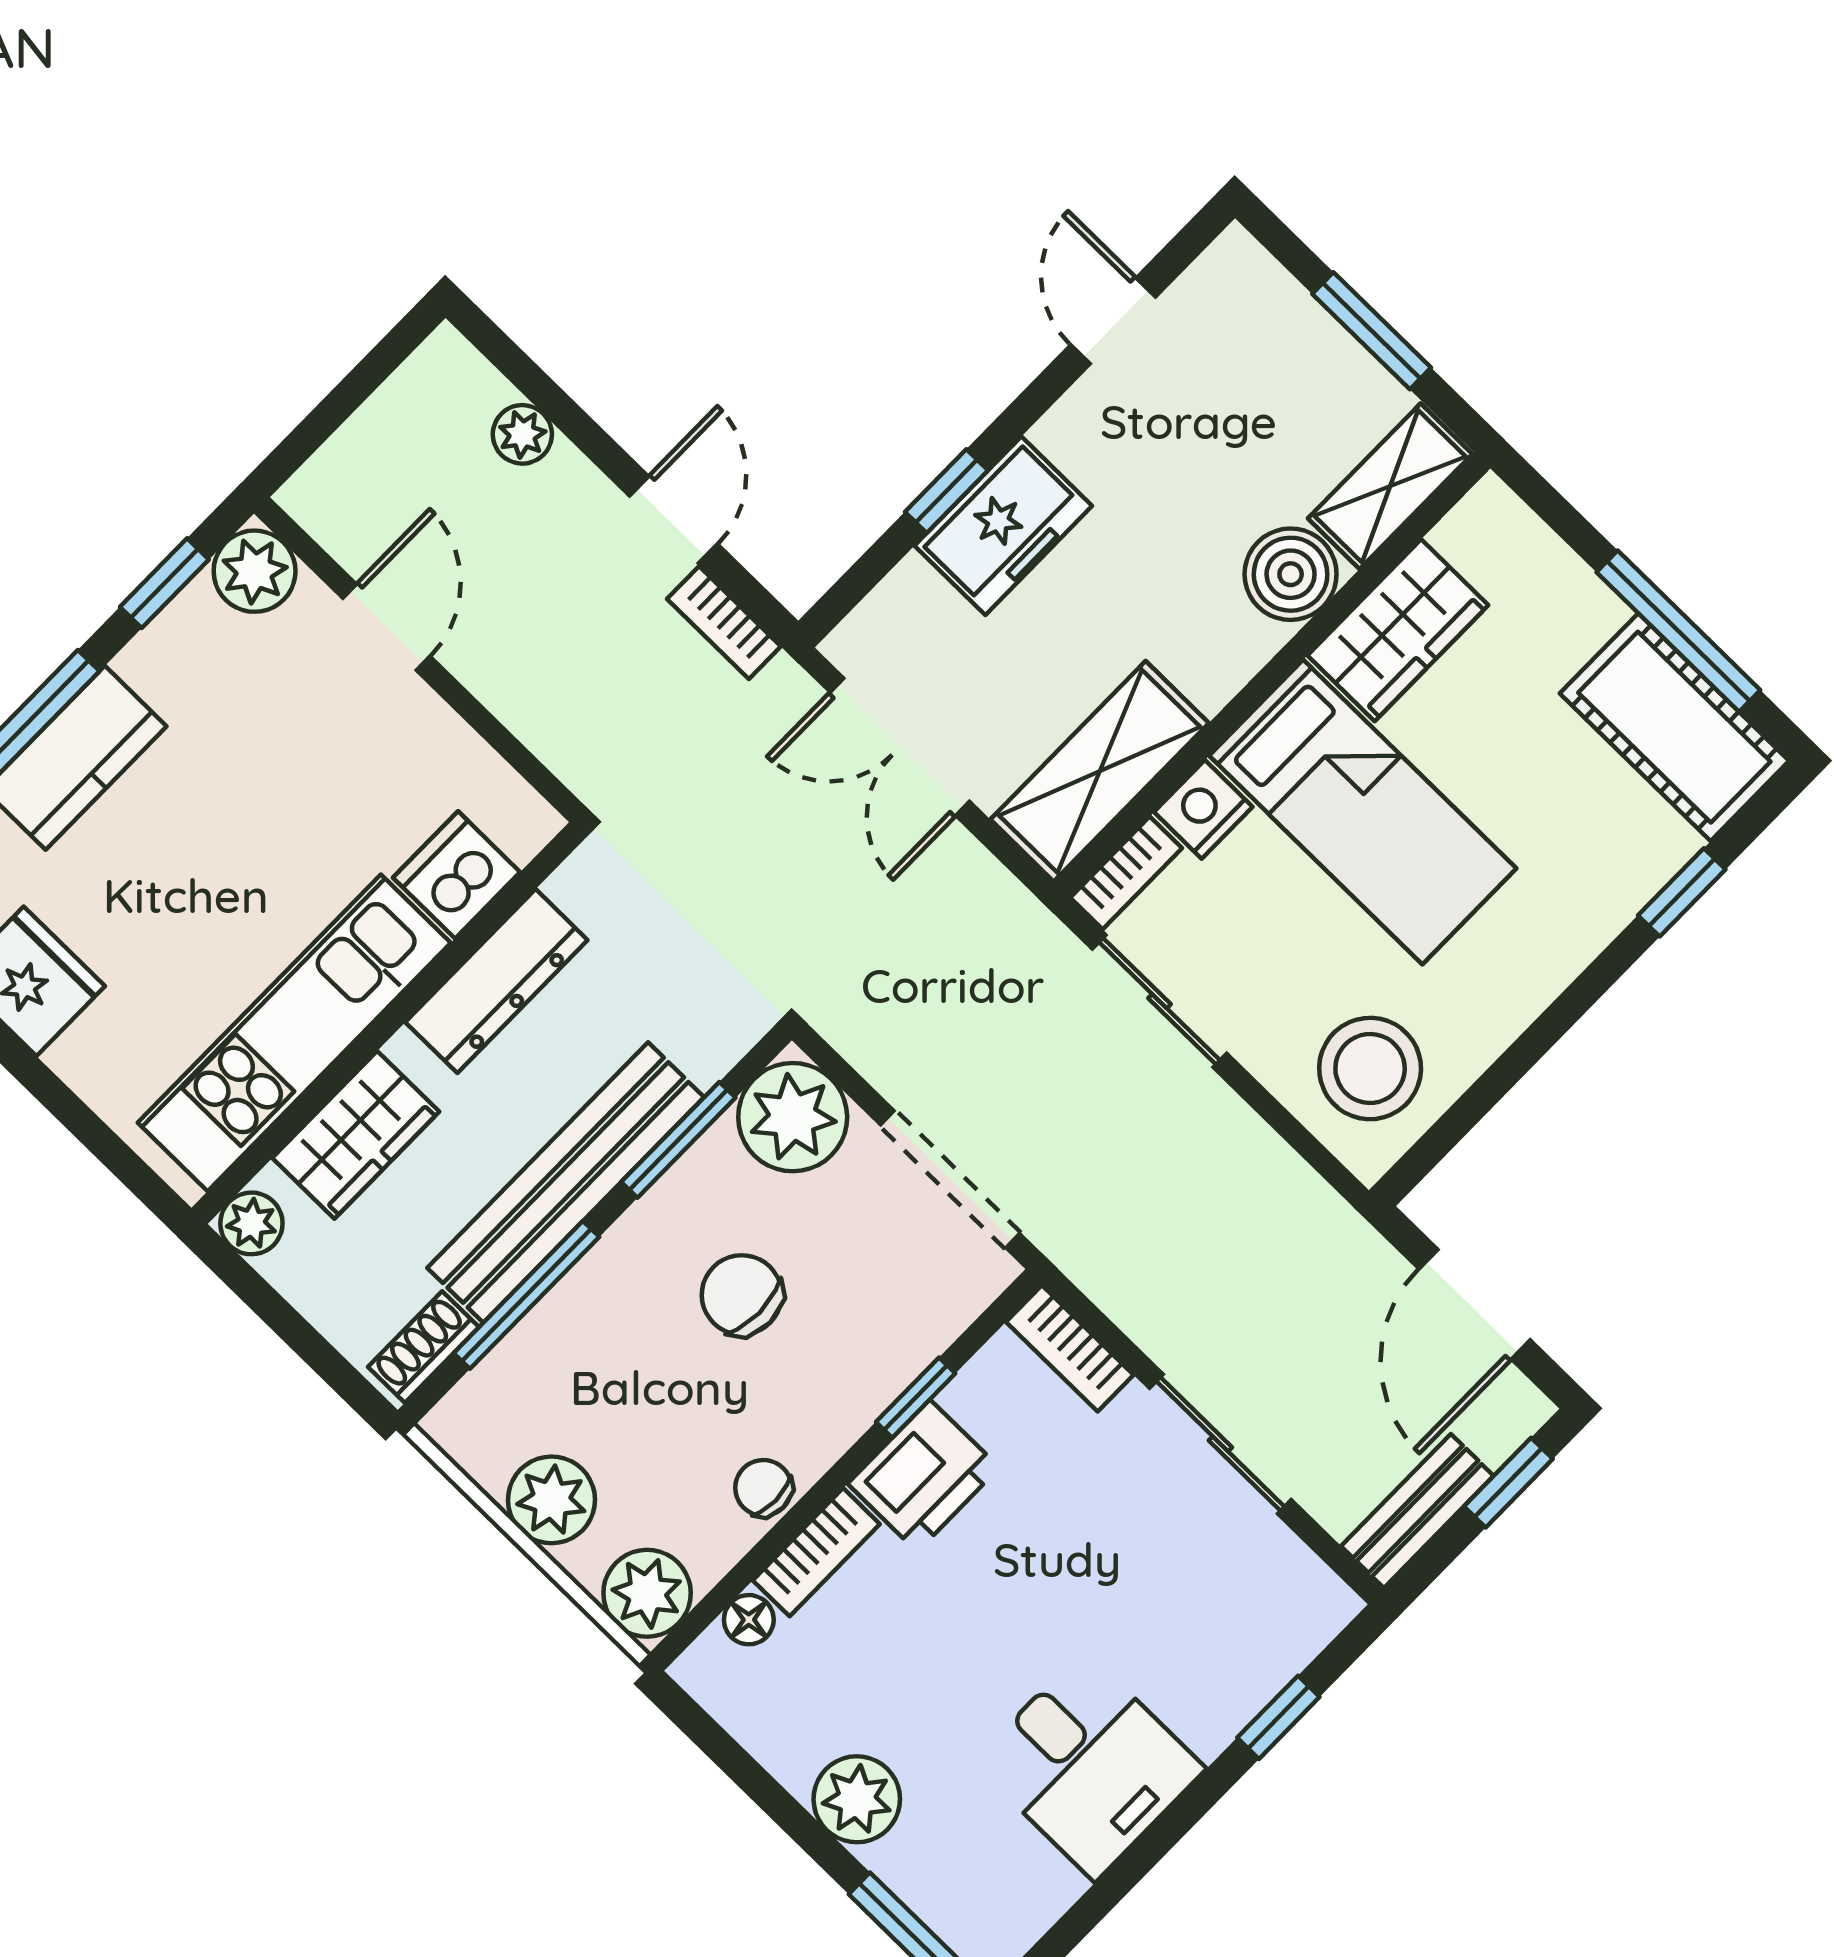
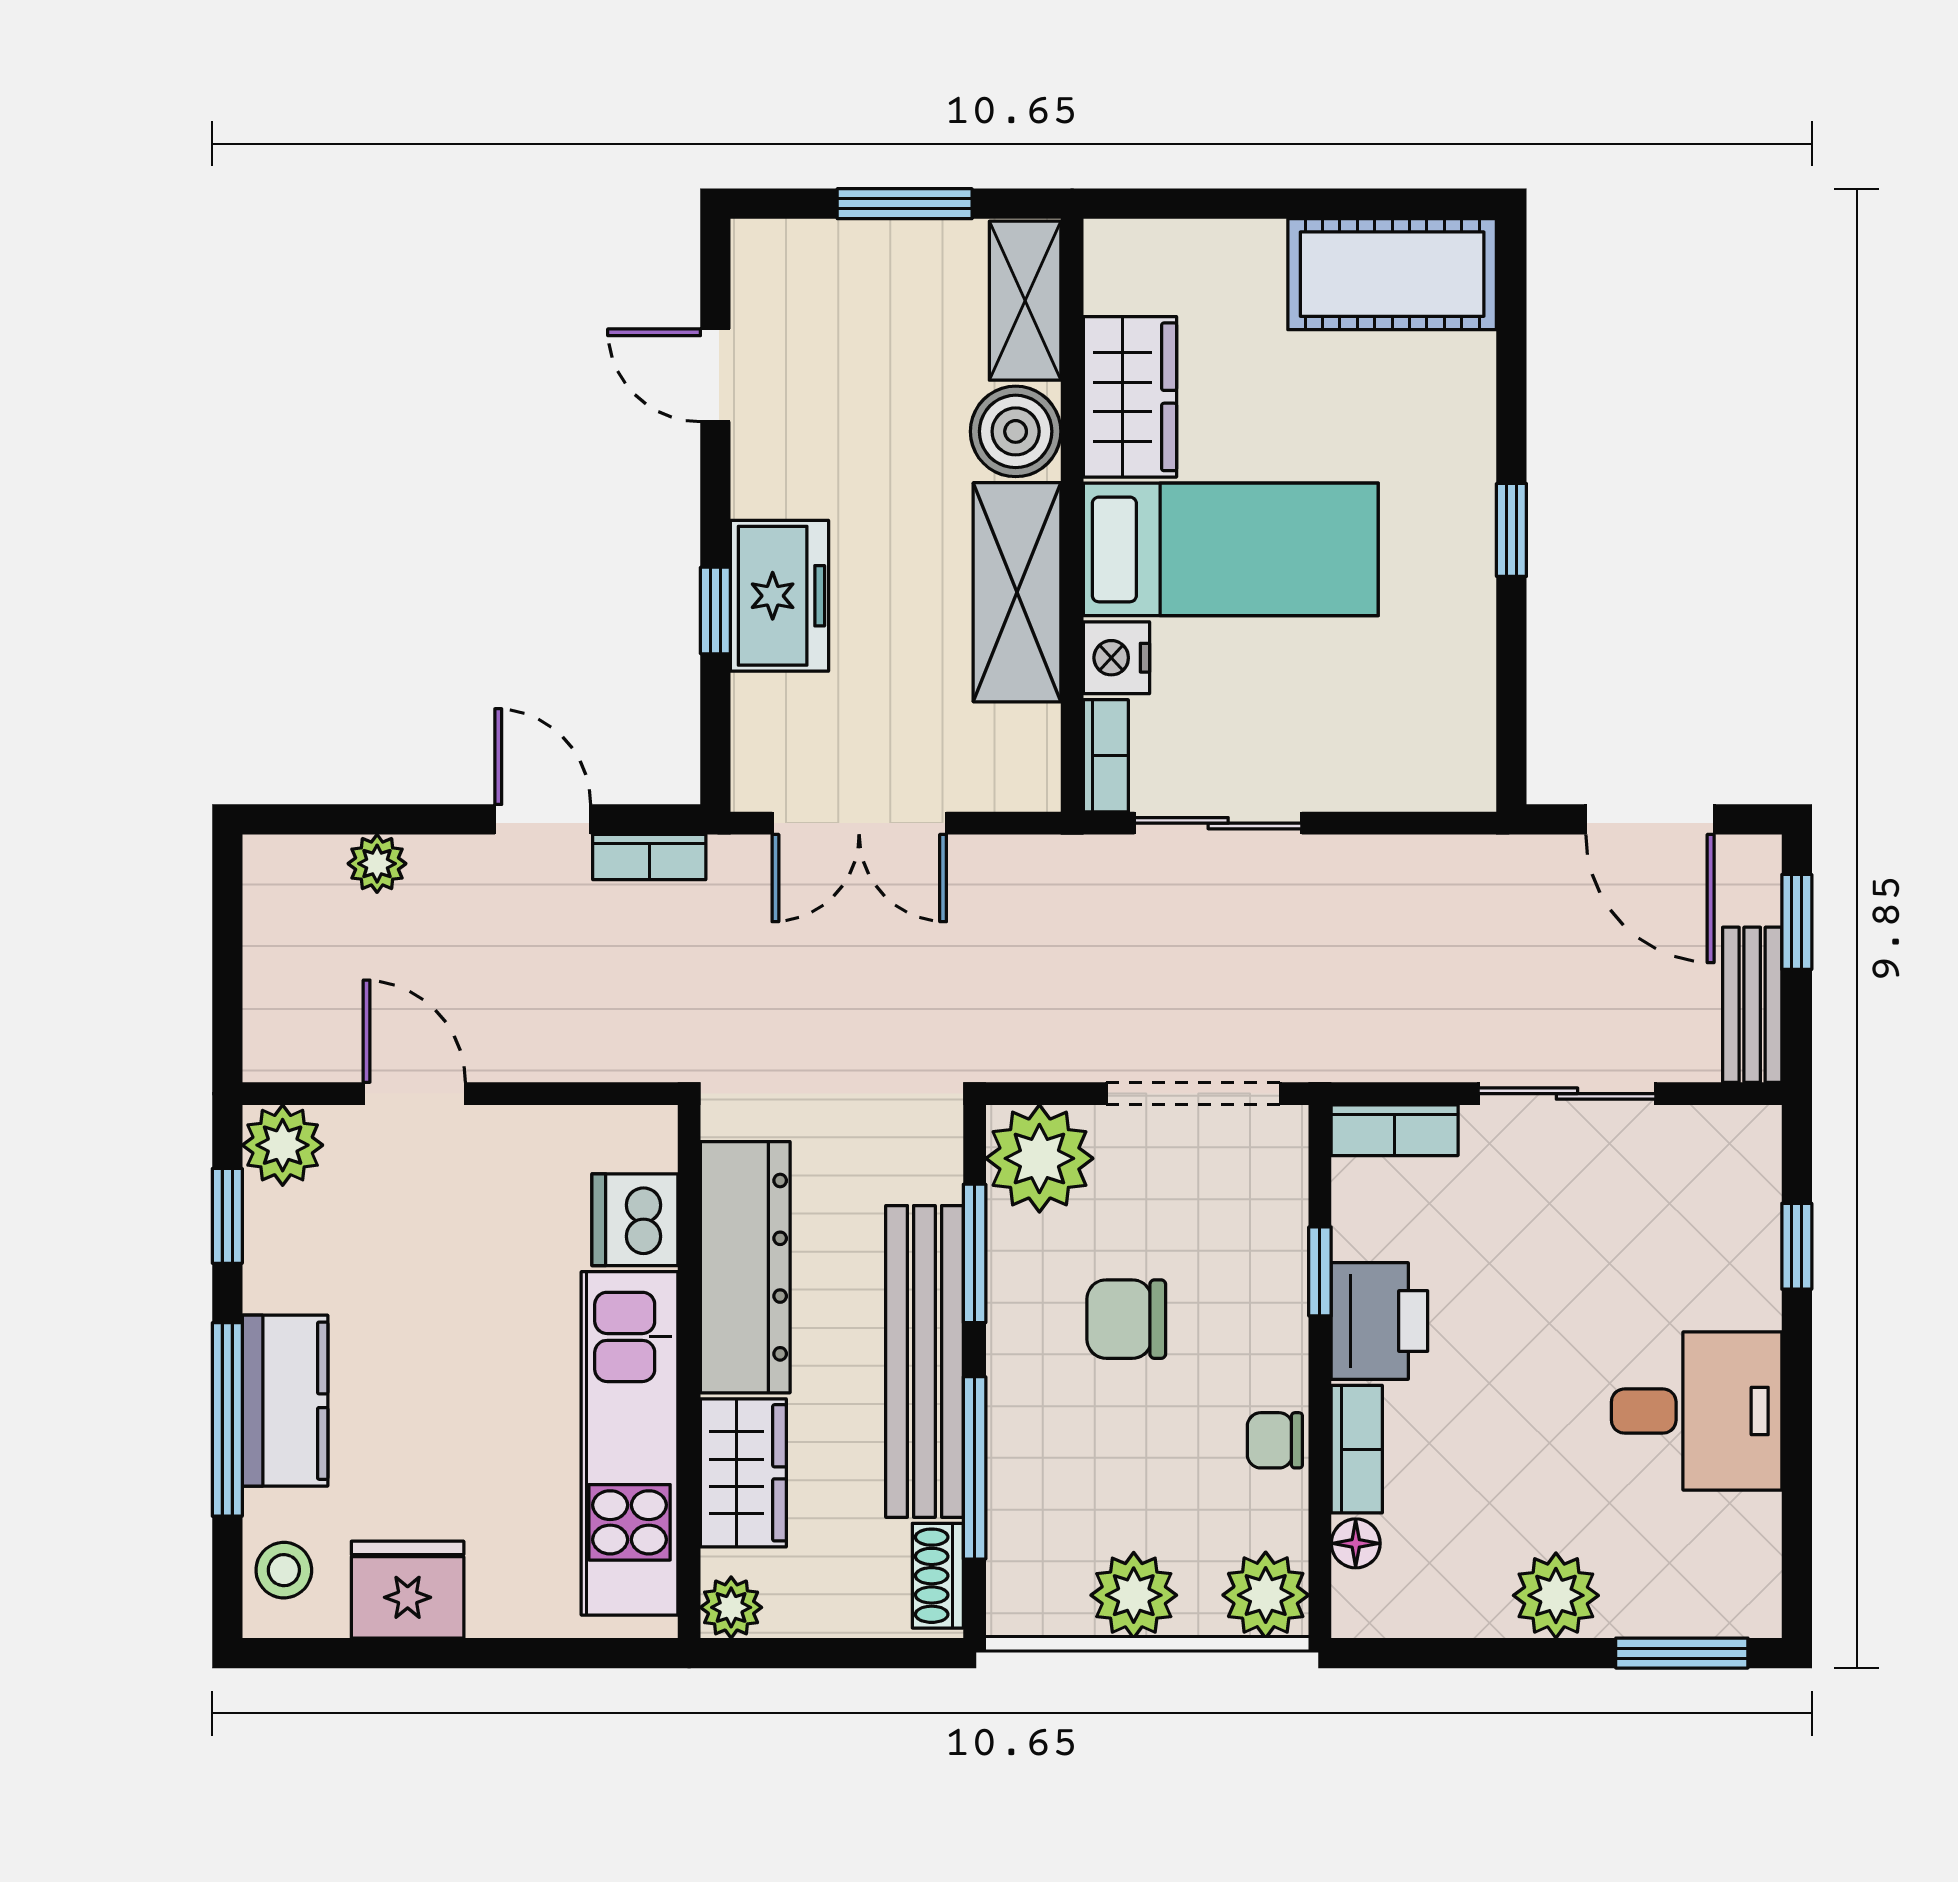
window: (1678, 631) -> (1329, 204), removed
shelving: (1100, 771) -> (1017, 592), moved
window: (1682, 892) -> (1511, 530), moved
dresser: (496, 981) -> (745, 1267), width x1.37, depth x1.24
stool: (1370, 1069) -> (1413, 725), removed

